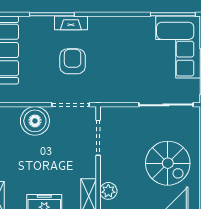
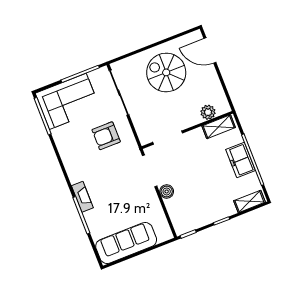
armchair: (73, 61) -> (106, 136), moved
boiler: (35, 121) -> (167, 191), width x0.54, depth x0.54
spiral stairs: (168, 163) -> (166, 72), turned -90

